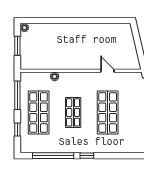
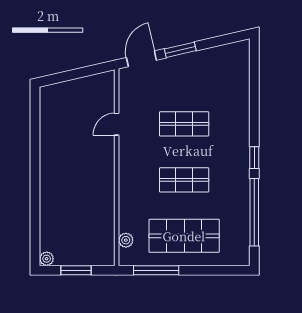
plant: (55, 76) -> (126, 240), moved
shop shelf: (108, 112) -> (184, 124), width x0.70, depth x0.74
window: (17, 130) -> (212, 270), removed

